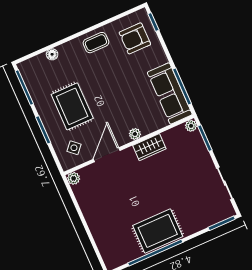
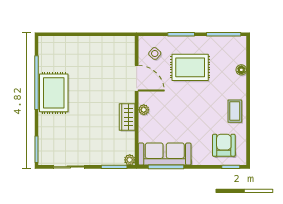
plant: (74, 178) -> (129, 42), removed

